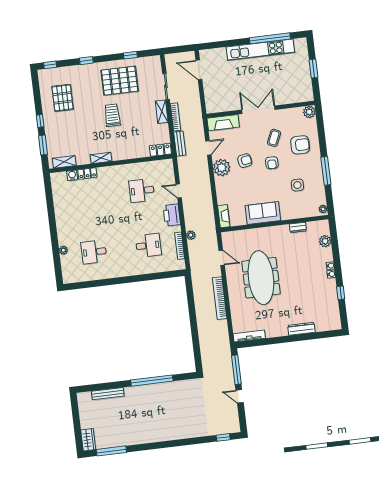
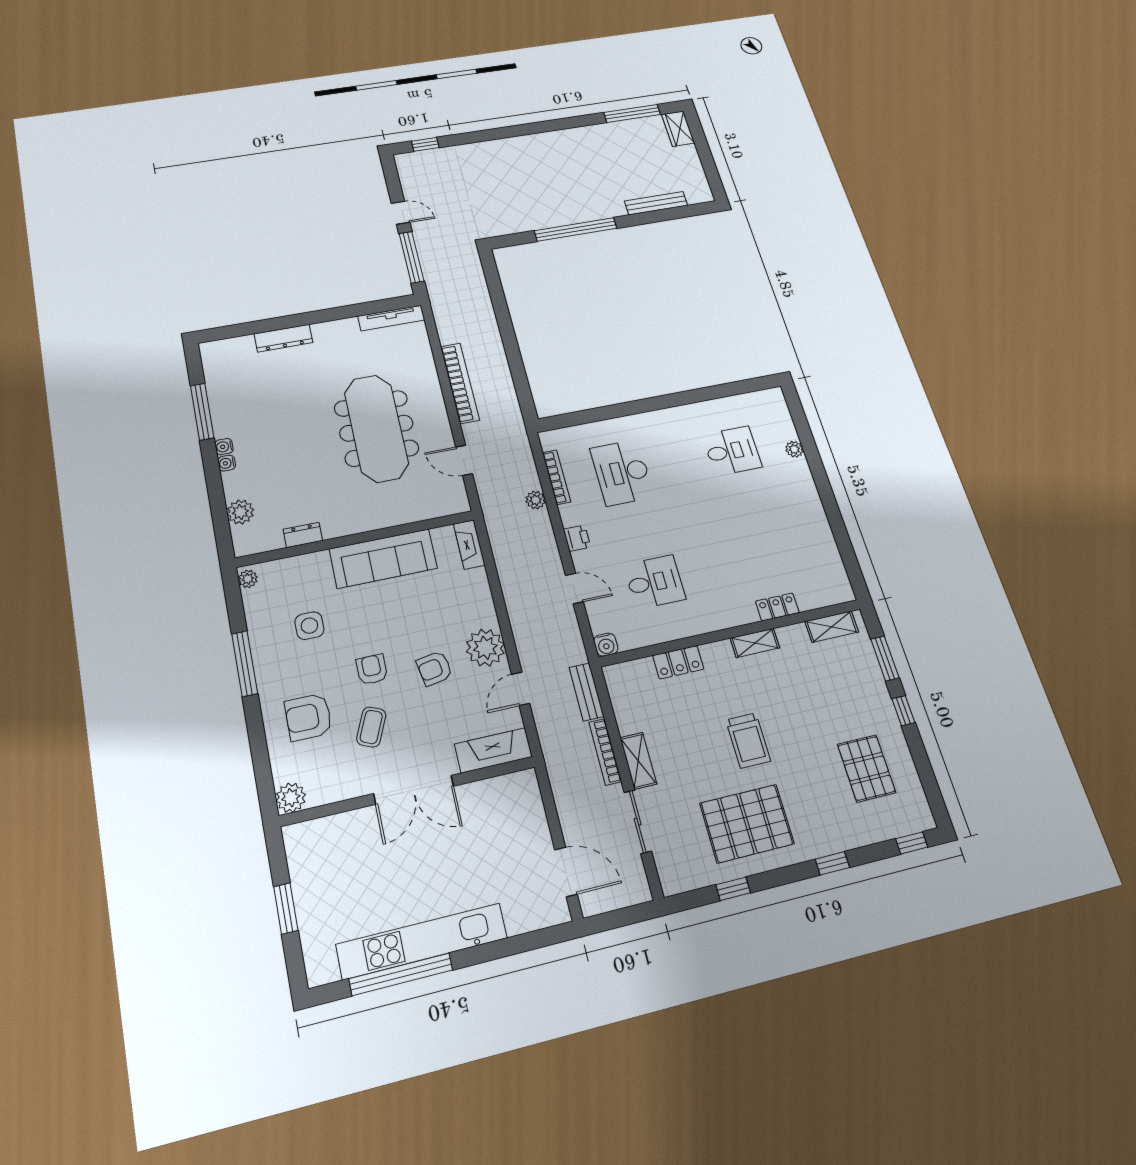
locker: (160, 150) -> (678, 662), moved
water cooler: (72, 175) -> (606, 645), moved
sofa: (263, 213) -> (383, 559), width x1.36
printer: (172, 215) -> (577, 538), width x0.53, depth x0.68
desk: (148, 245) -> (622, 473), width x1.37
window: (341, 293) -> (202, 412), width x2.17

